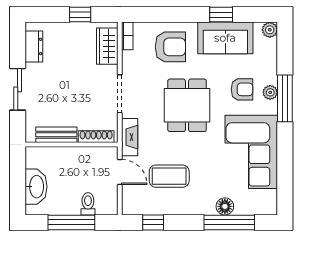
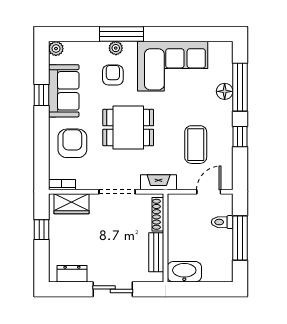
door: (120, 172) -> (209, 192), moved
washbasin: (36, 187) -> (184, 272), moved
window: (153, 222) -> (240, 137), moved

